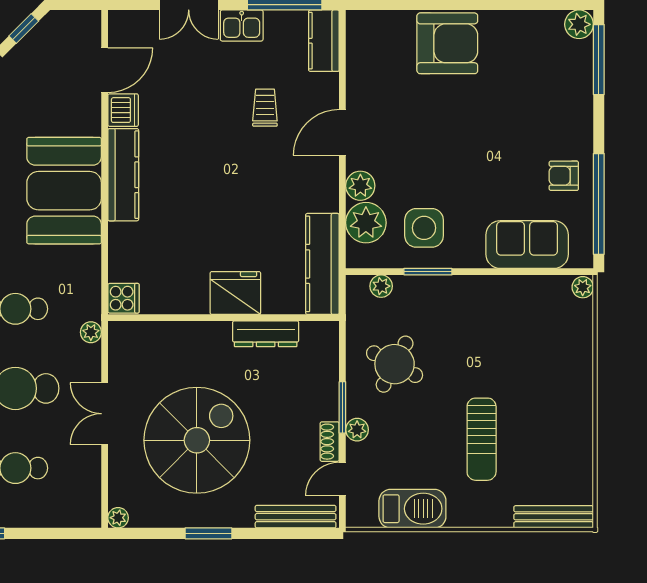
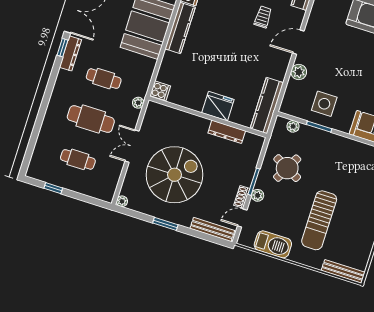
plant: (366, 223) -> (296, 92), removed
sun lounger: (482, 439) -> (319, 220), width x1.36, depth x1.34

